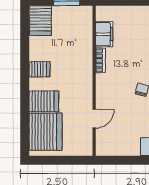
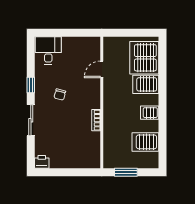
server rack: (41, 21) -> (145, 142), moved, turned -90
filing cabinet: (104, 34) -> (93, 143), removed

